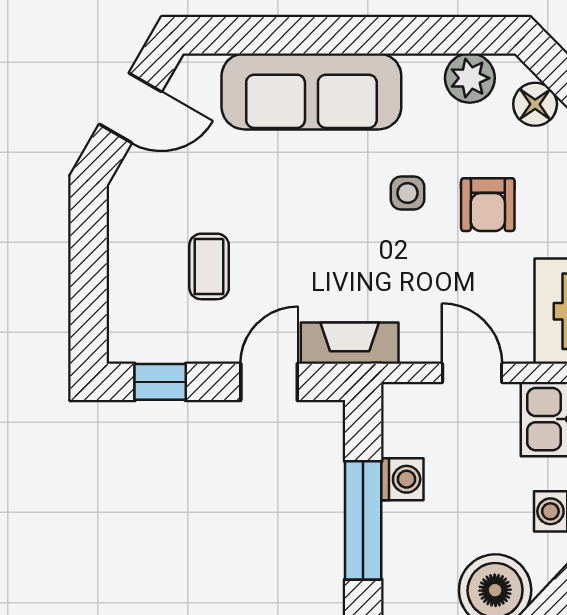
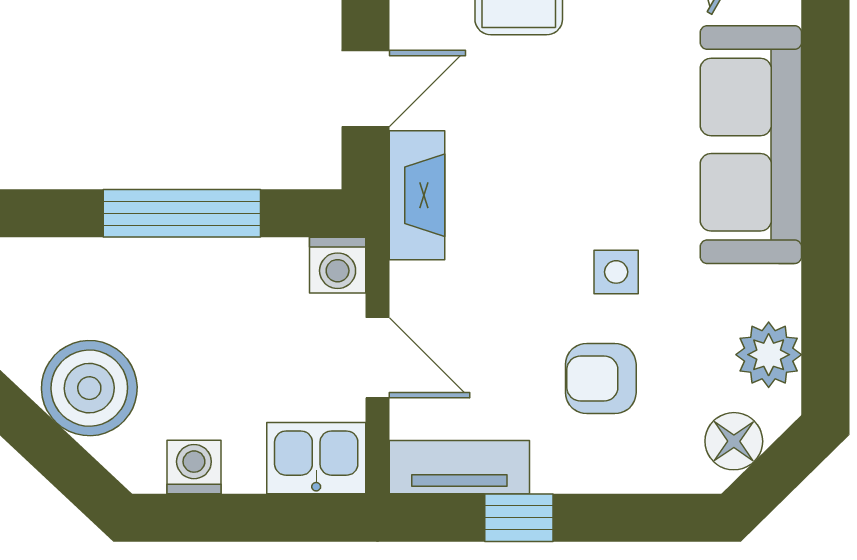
door: (472, 373) -> (378, 358), hinge flipped
door: (269, 382) -> (366, 88), hinge flipped
washing machine: (402, 479) -> (338, 265), moved

